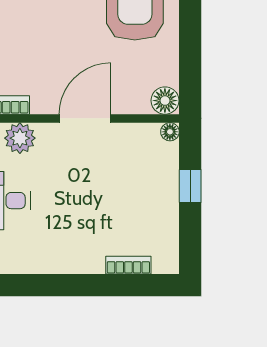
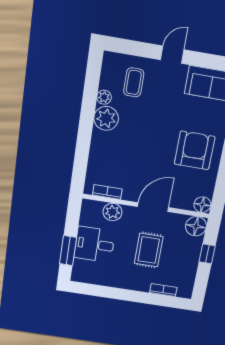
floor lamp: (170, 132) -> (196, 226), width x1.89, depth x1.89
rug: (91, 196) -> (149, 250), added

